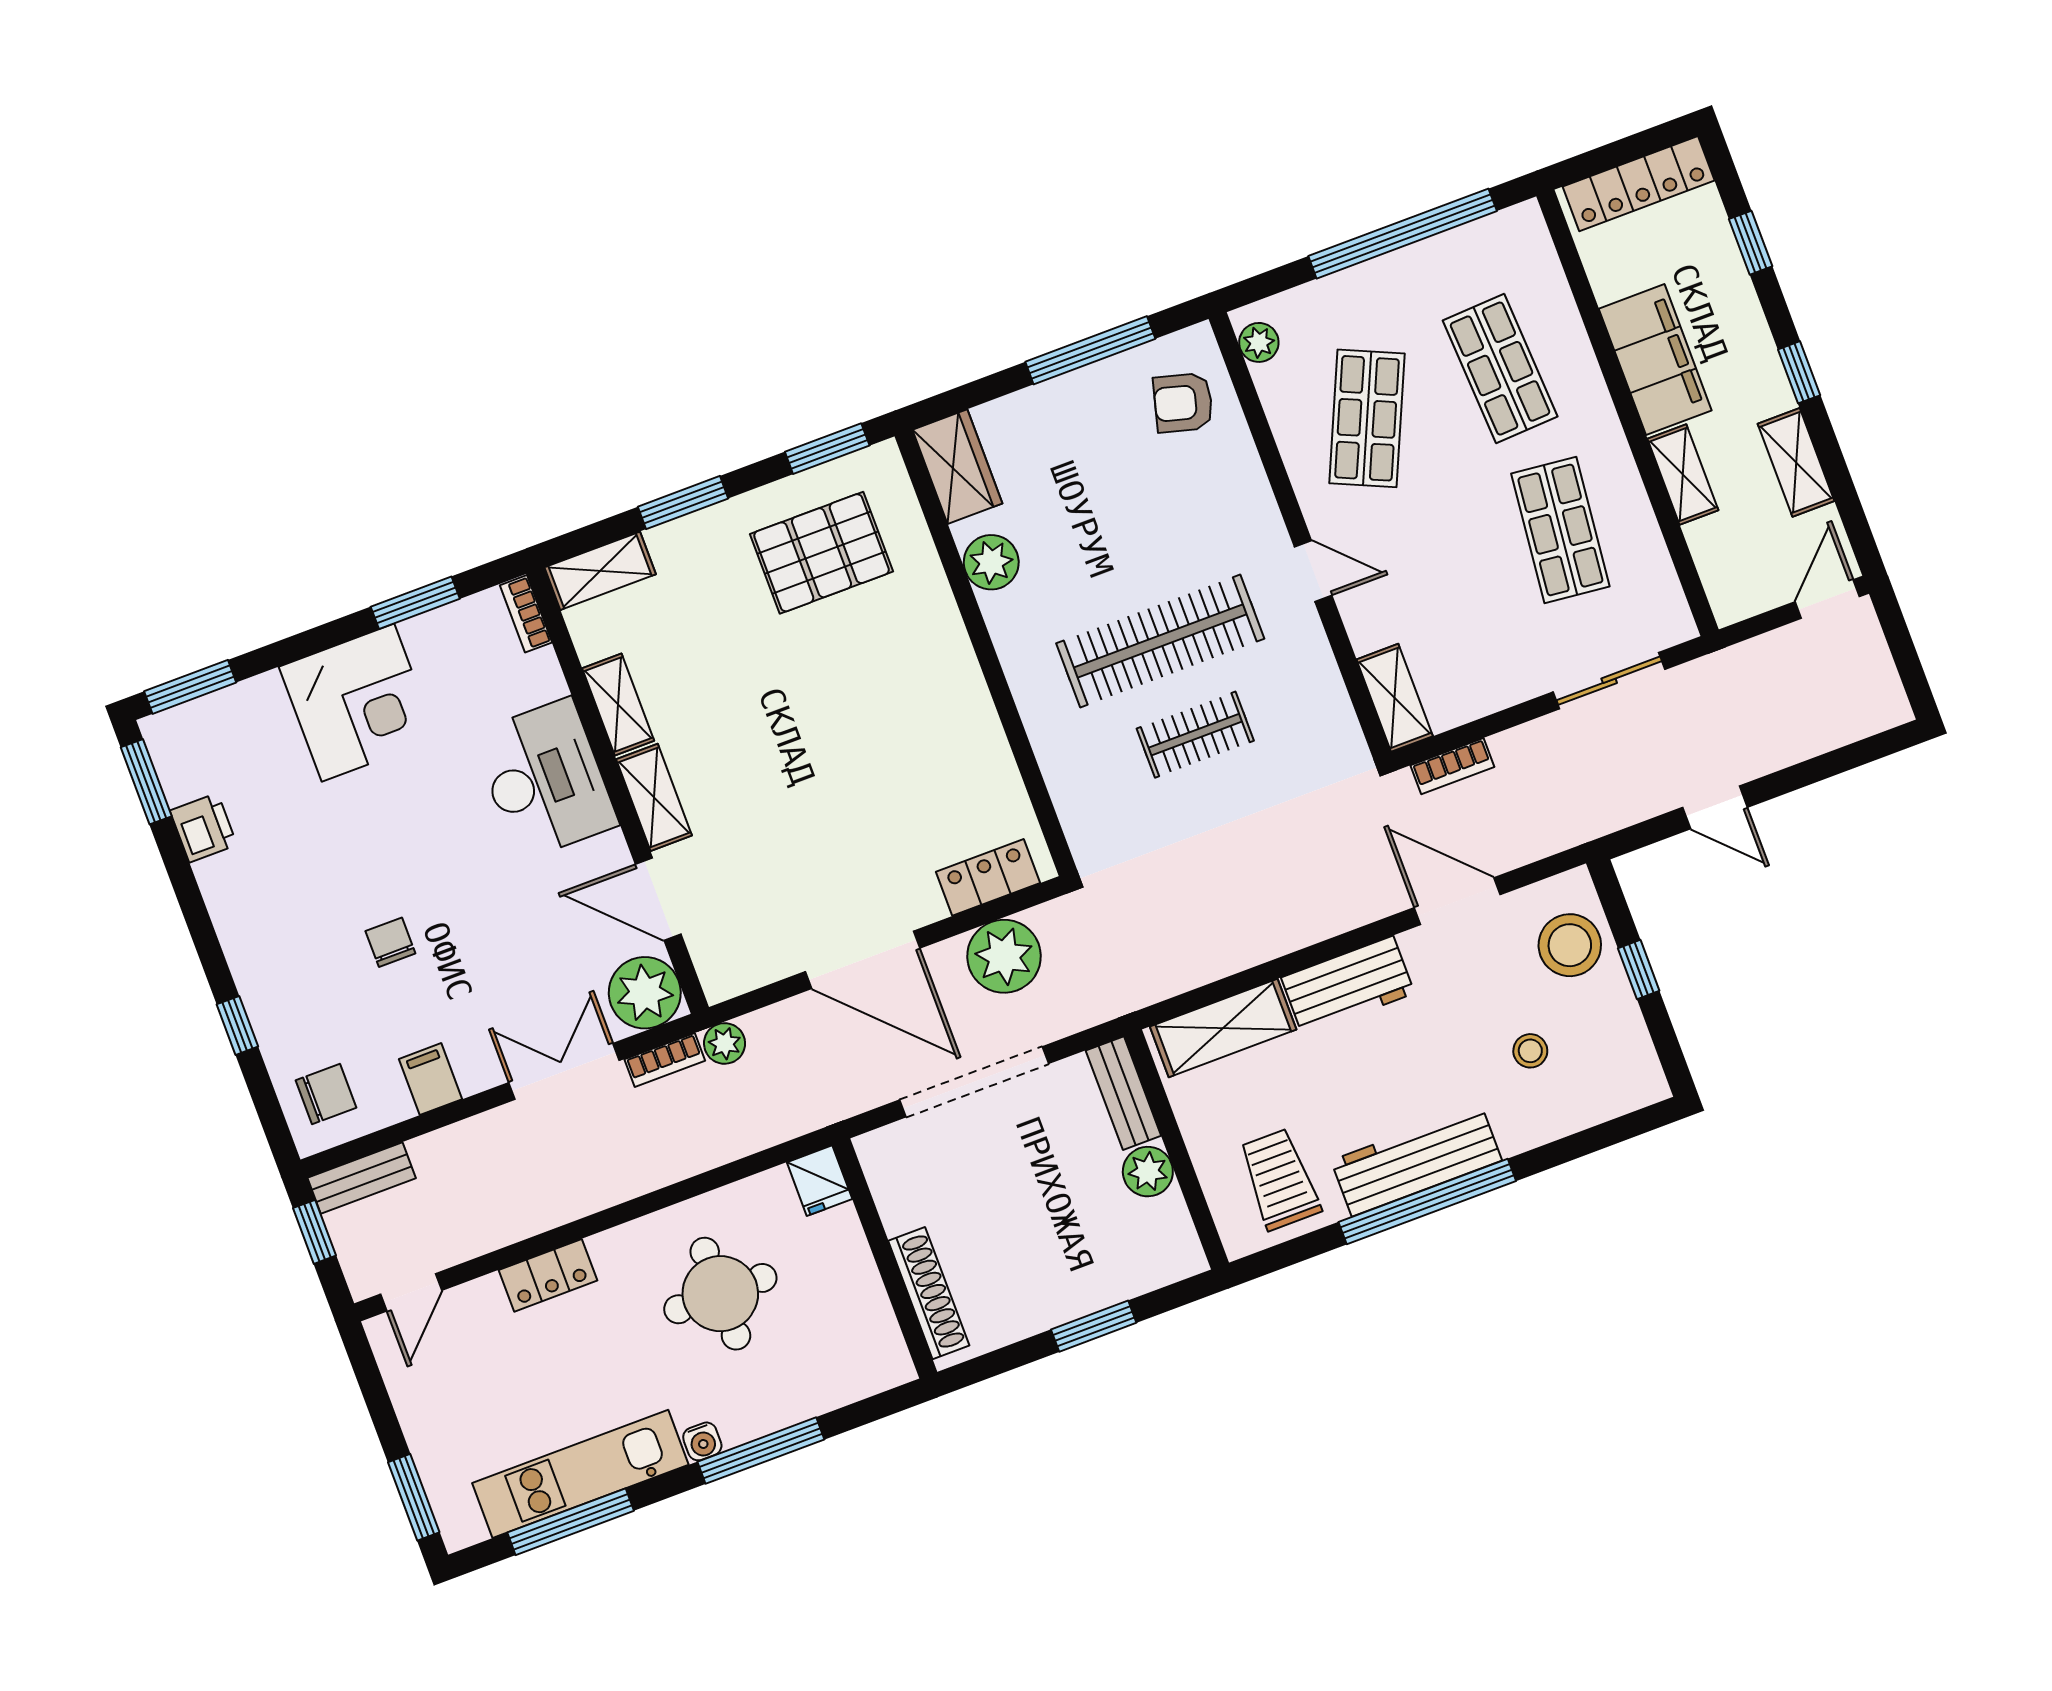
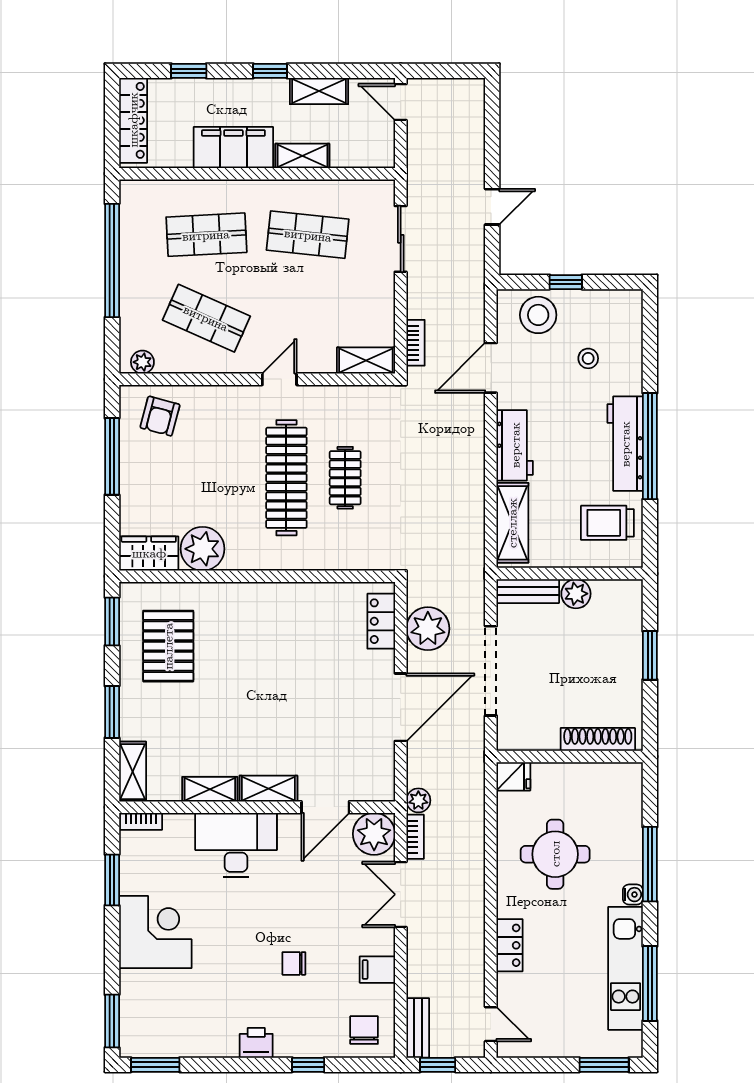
plant: (991, 562) -> (203, 549), width x1.36, depth x1.36
printer: (203, 828) -> (256, 1043), moved

